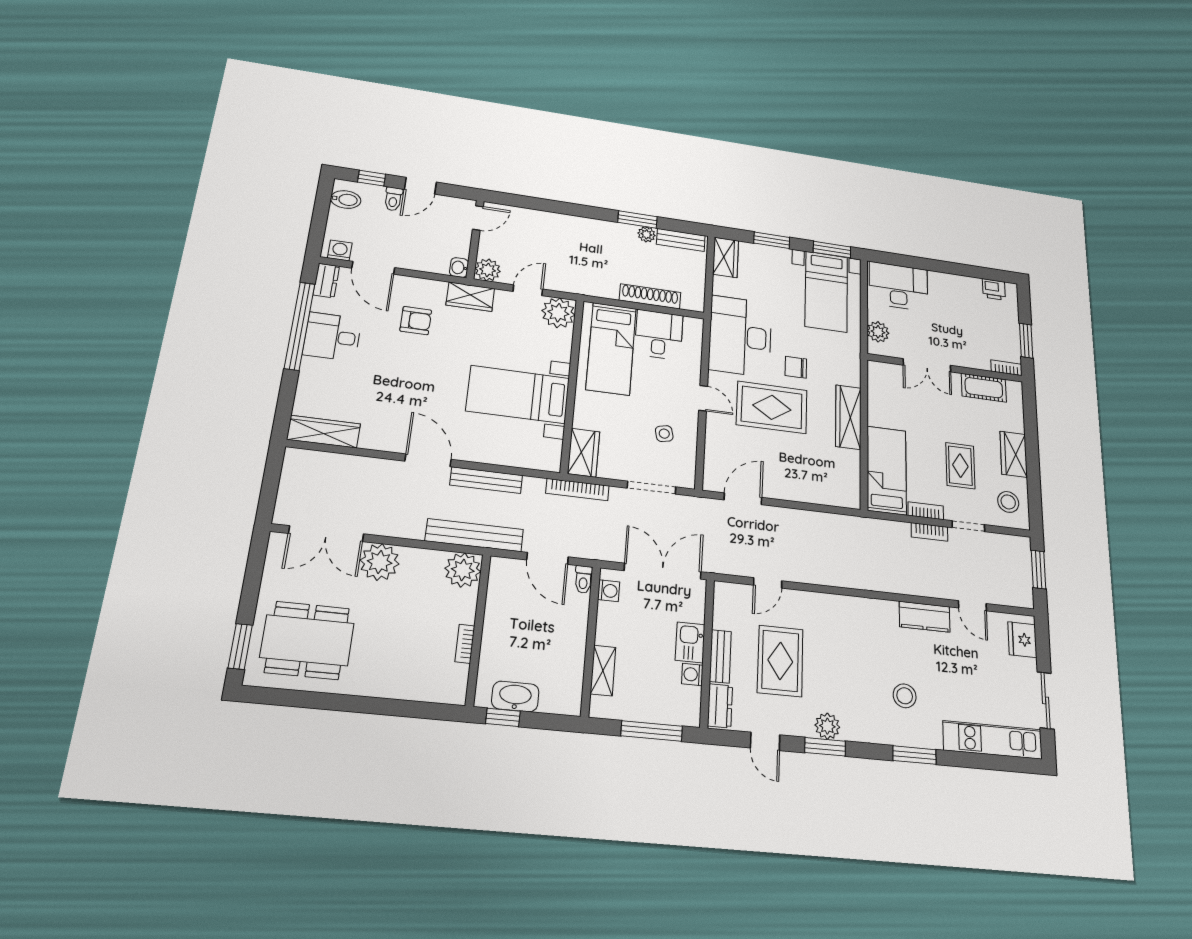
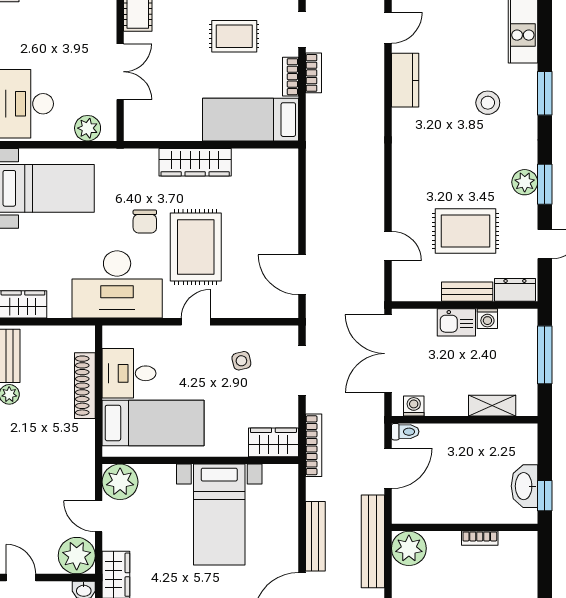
plant: (488, 270) -> (77, 556), width x1.36, depth x1.36

